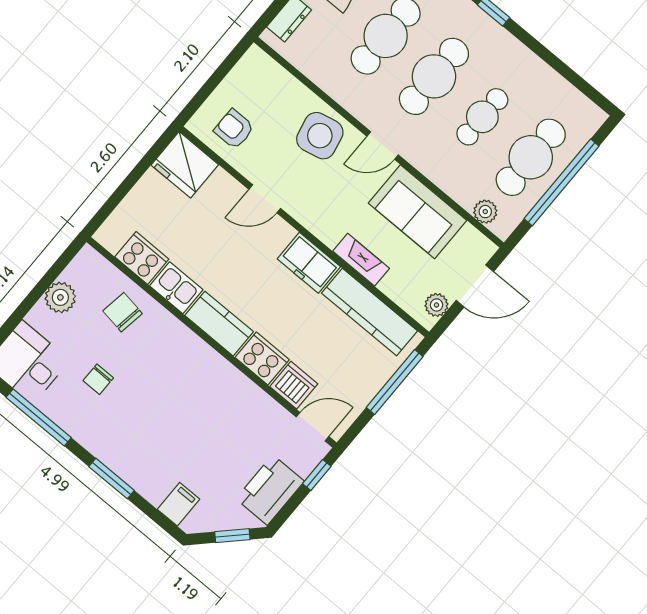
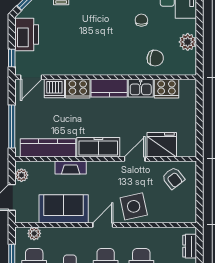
armchair: (234, 129) -> (173, 178), turned 52
fridge: (185, 165) -> (162, 145), moved
freezer: (309, 263) -> (98, 147), width x1.40

